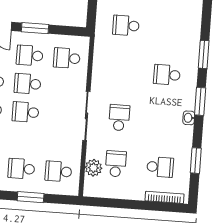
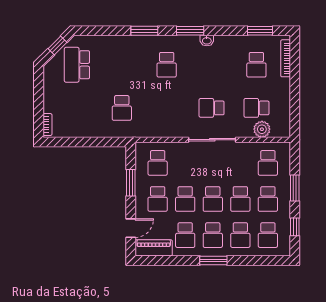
window: (35, 28) -> (131, 183), moved
school desk: (23, 140) -> (240, 199), added
window: (196, 161) -> (260, 31), moved
school desk: (160, 167) -> (256, 65), turned 180

